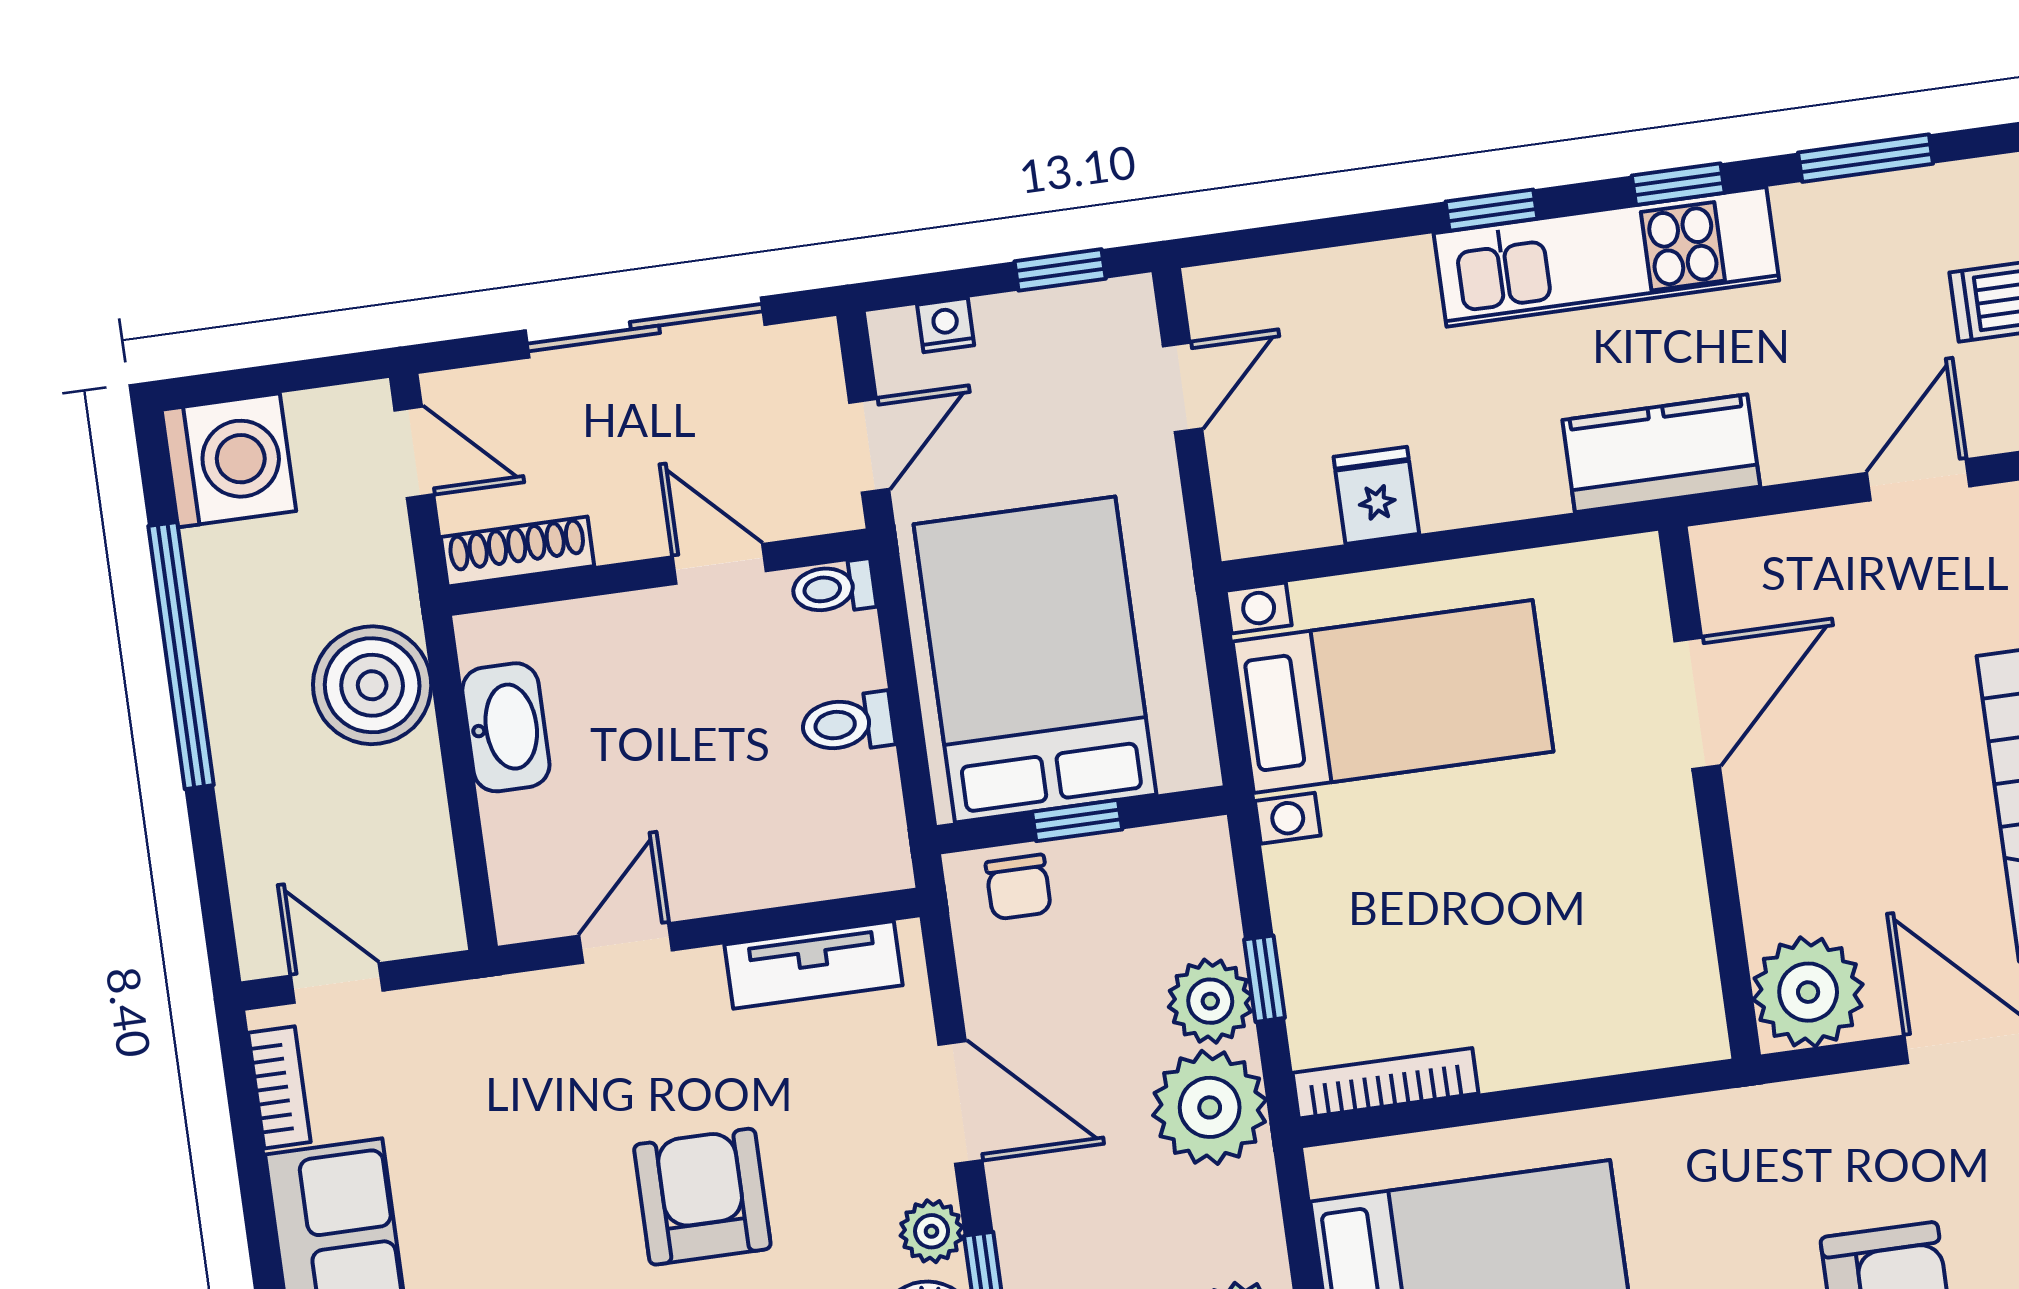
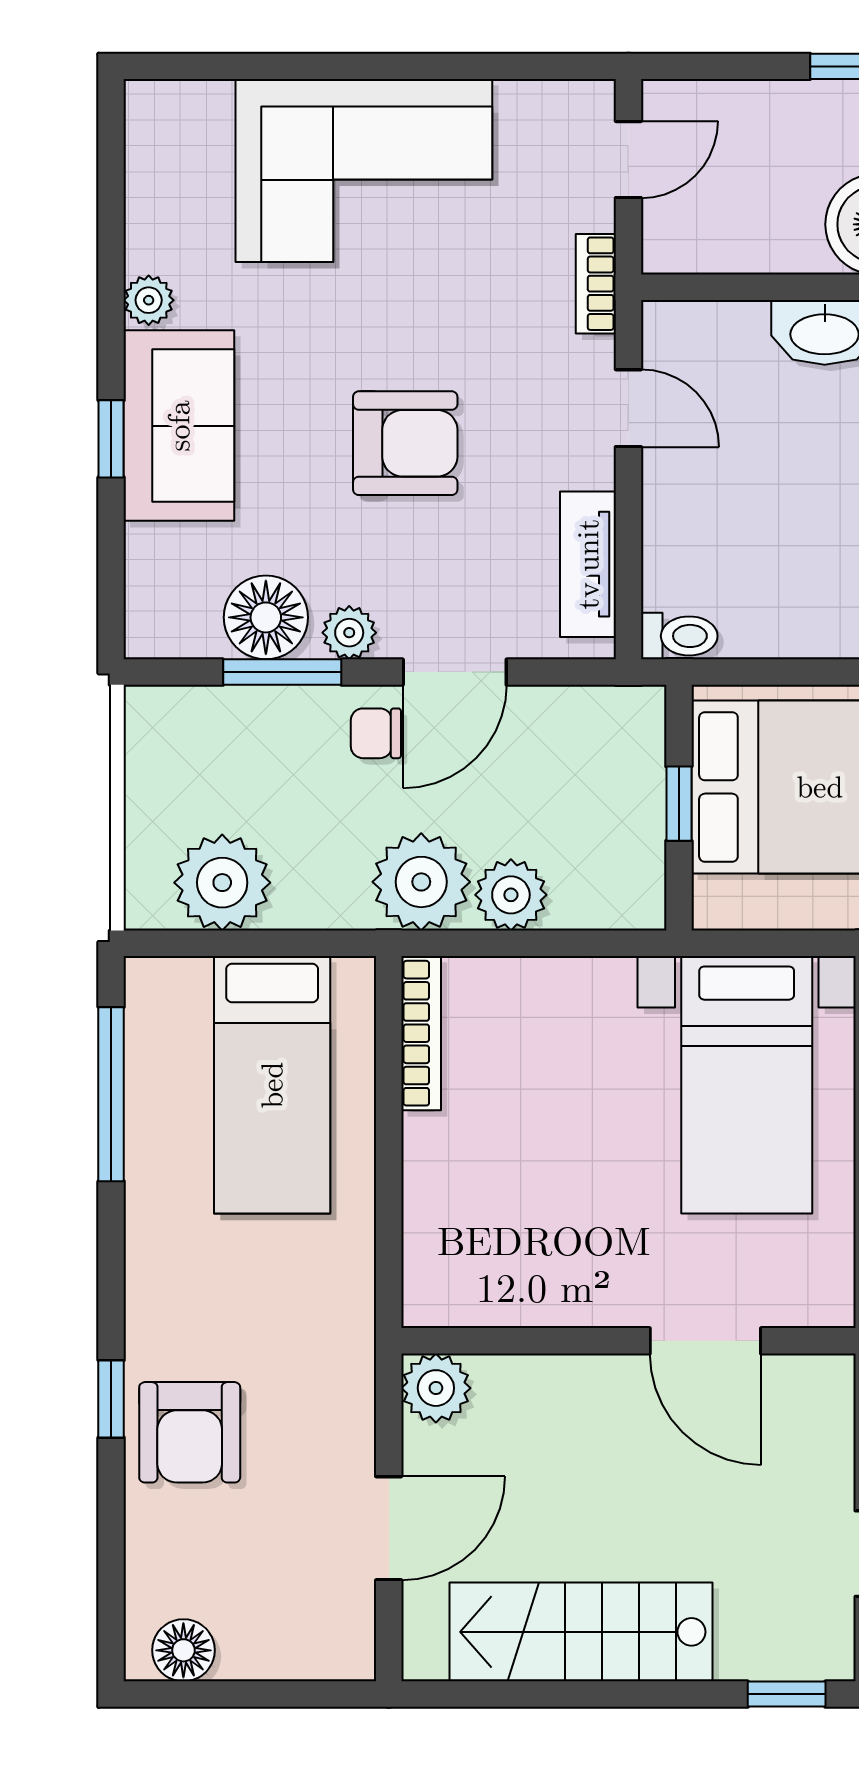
toilet: (848, 723) -> (679, 636), moved, turned 90
chair: (1018, 887) -> (376, 733), moved
window: (1265, 979) -> (523, 943), removed
plant: (1808, 992) -> (436, 1388), width x0.73, depth x0.73
bookcase: (279, 1087) -> (596, 284), moved, turned 90

